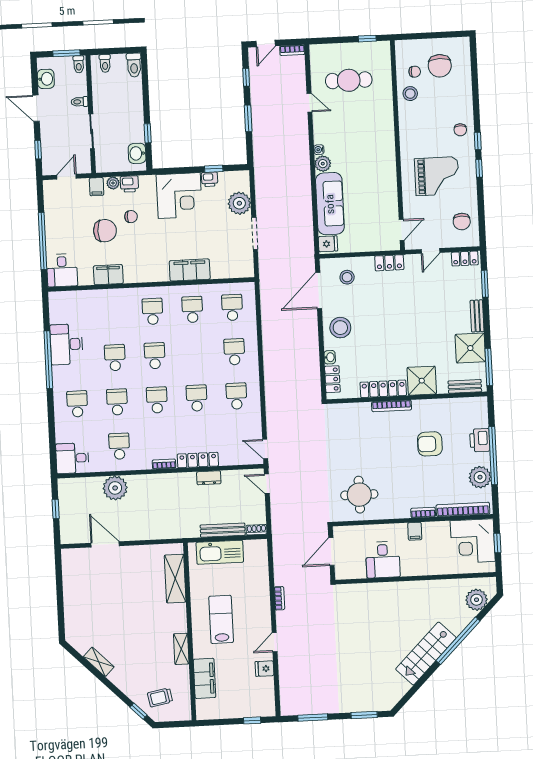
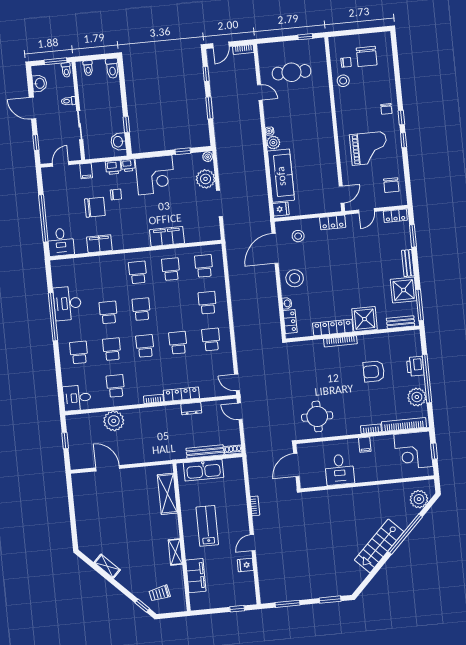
printer: (210, 179) -> (128, 165), moved
plant: (113, 183) -> (208, 157), moved

